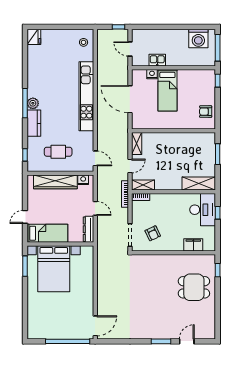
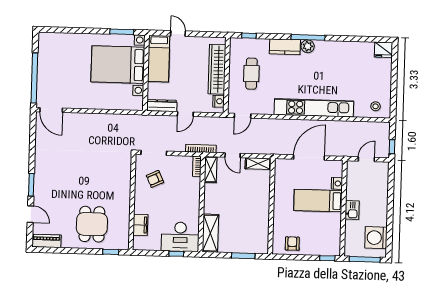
kitchen sink: (157, 60) -> (352, 210), moved
piano: (210, 327) -> (46, 241), added

